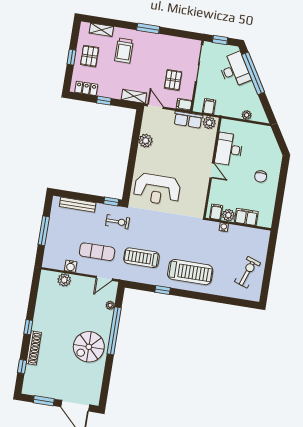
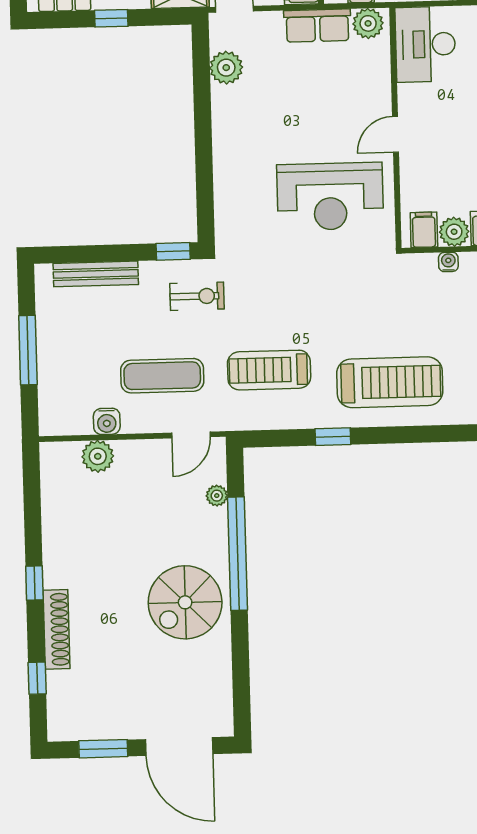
plant: (146, 141) -> (226, 68), moved
desk: (229, 149) -> (425, 44), moved
door: (212, 171) -> (396, 134), swing flipped
reception desk: (157, 189) -> (330, 196), moved

